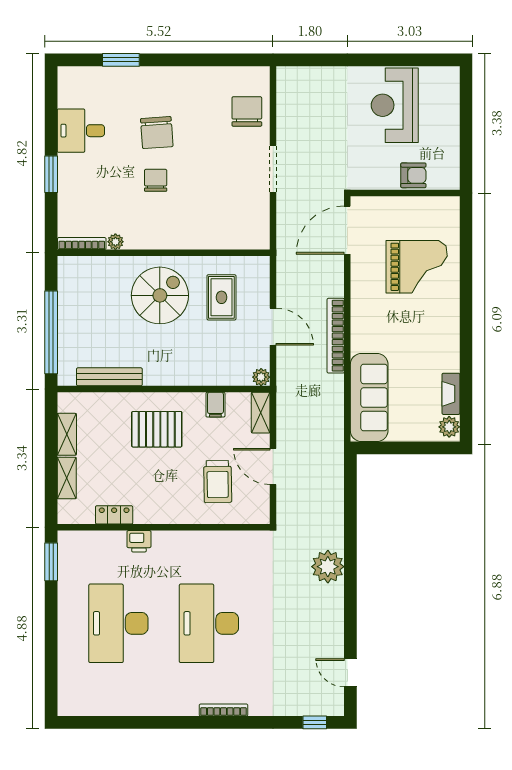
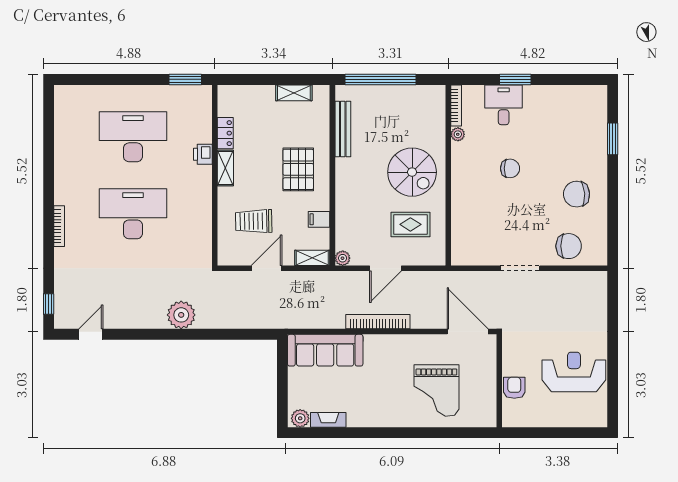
desk: (81, 131) -> (504, 105), moved
chair: (157, 133) -> (577, 194), moved
armchair: (413, 175) -> (514, 388), turned 180
shelving: (67, 478) -> (225, 168), moved, turned 90

